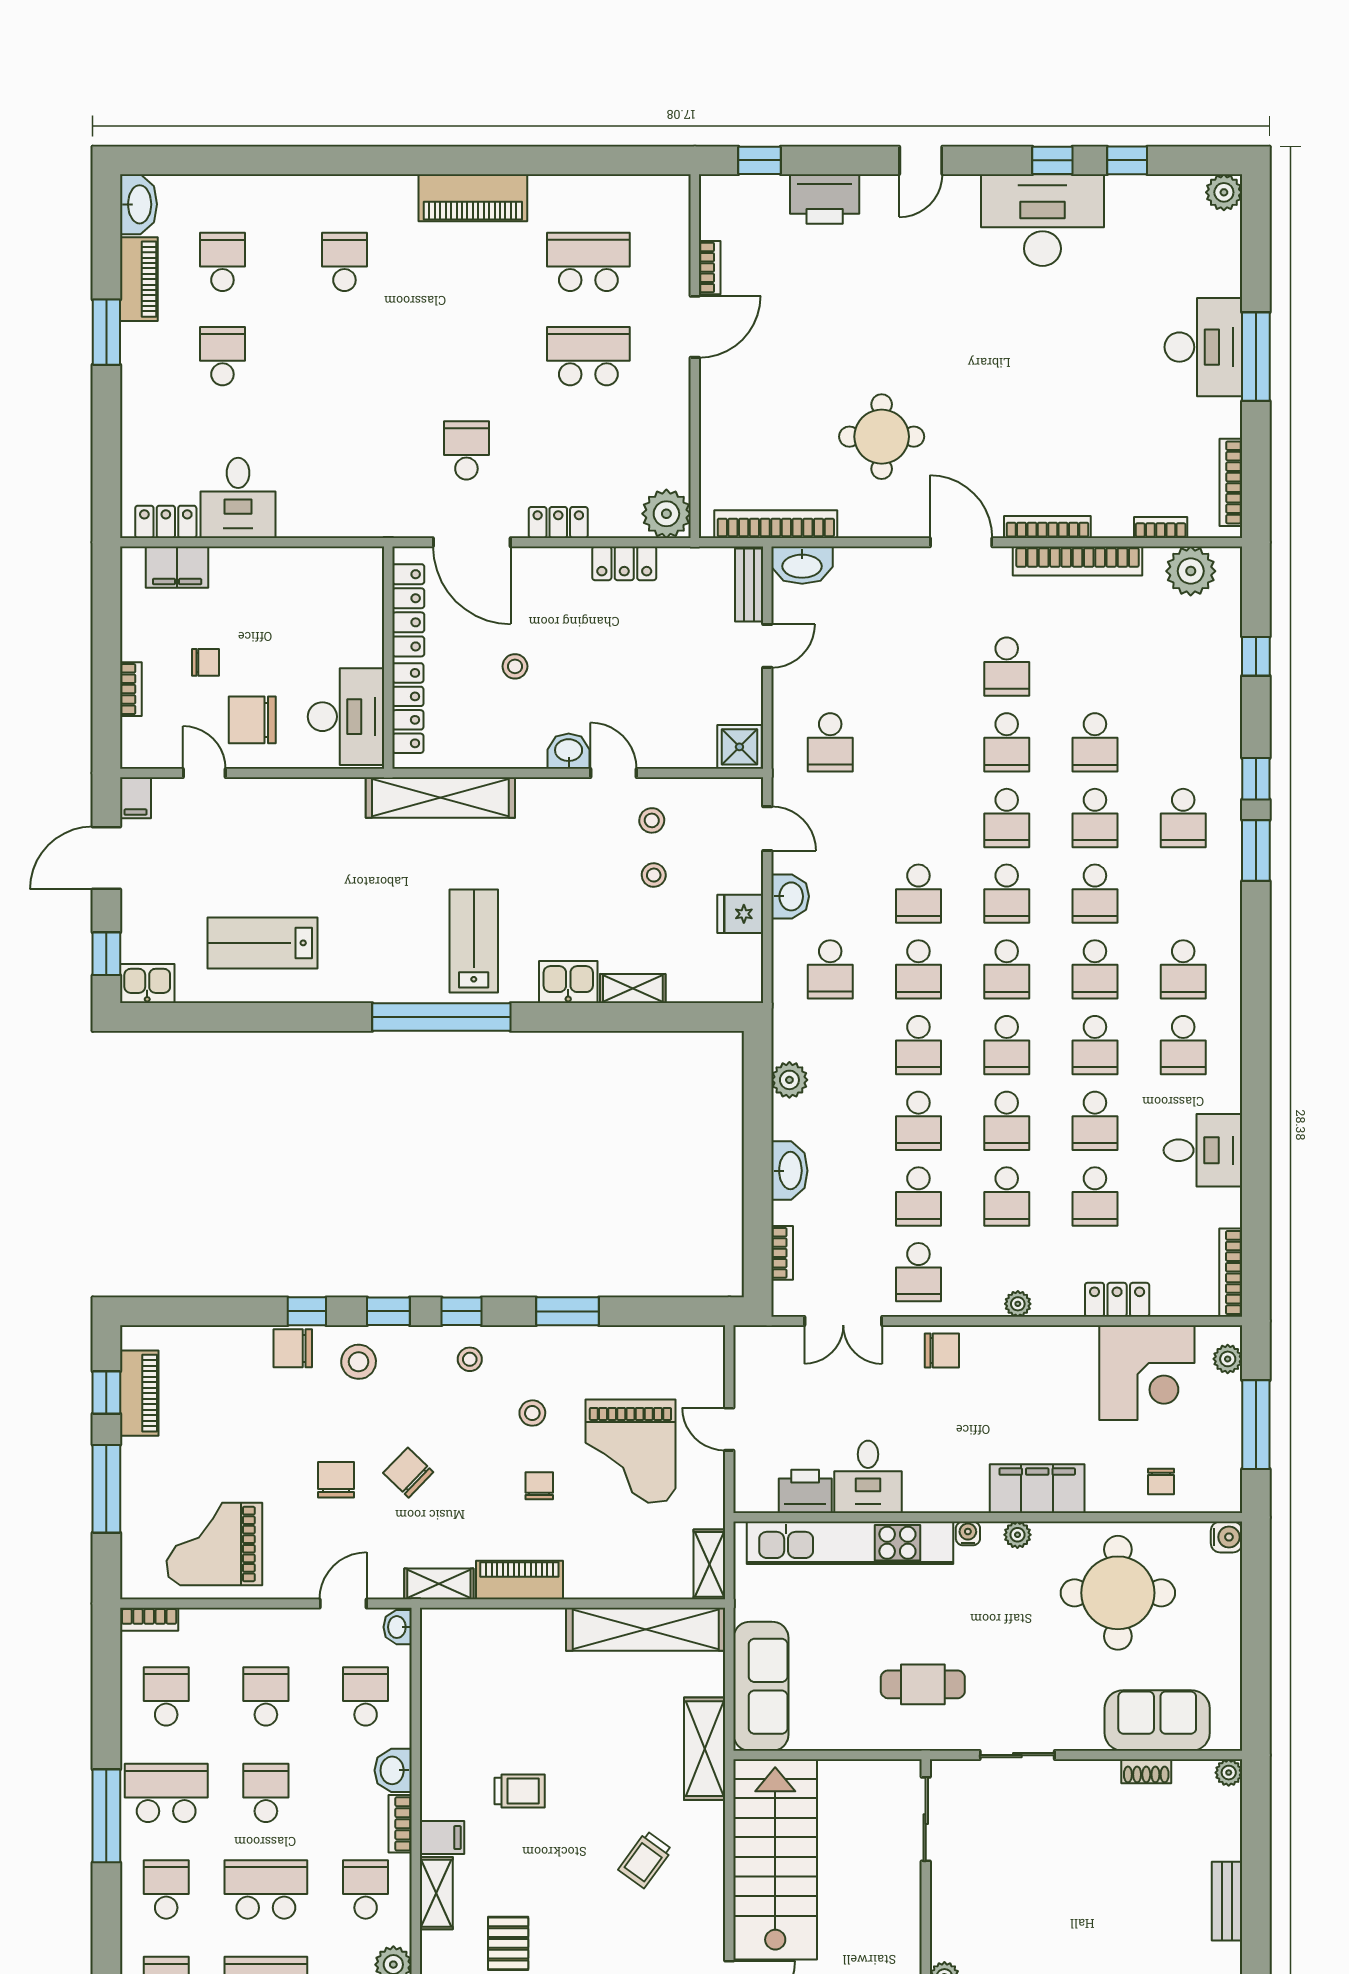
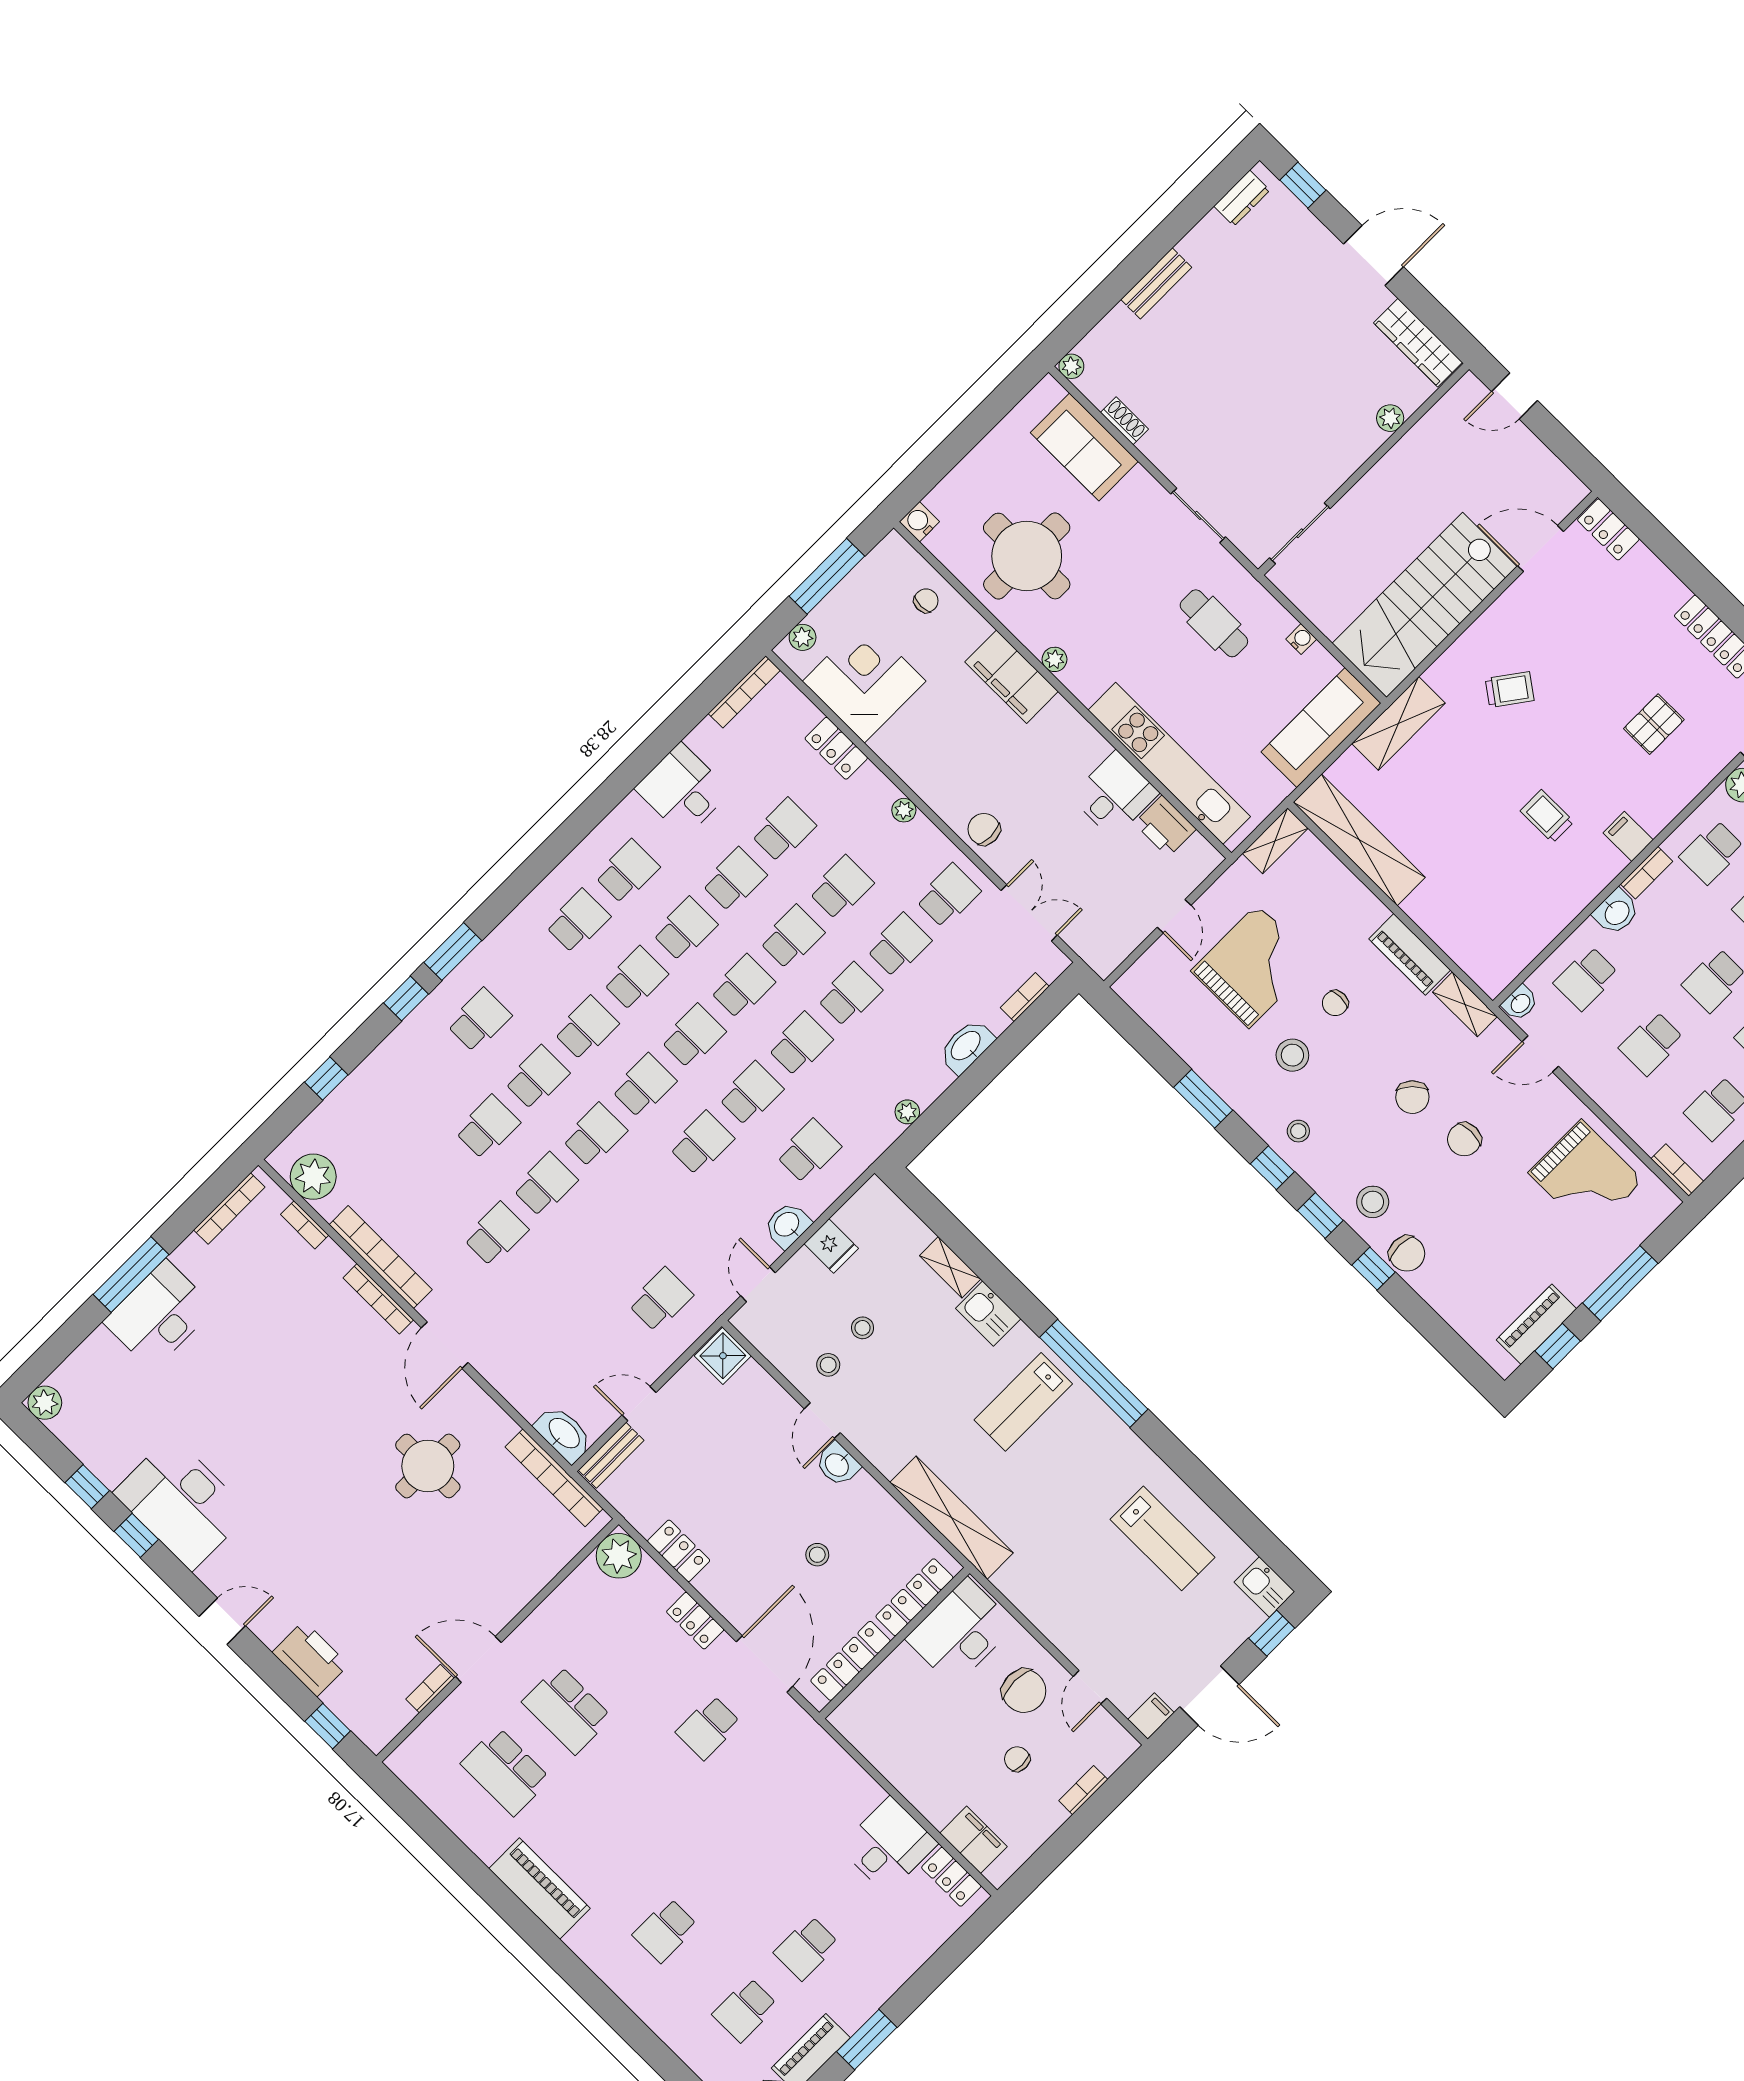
plant: (789, 1080) -> (907, 1112), width x0.73, depth x0.73
stool: (532, 1413) -> (1292, 1055), width x1.37, depth x1.37
water cooler: (968, 1533) -> (1301, 639), moved, turned 180
shelving: (436, 1893) -> (1668, 804), removed

